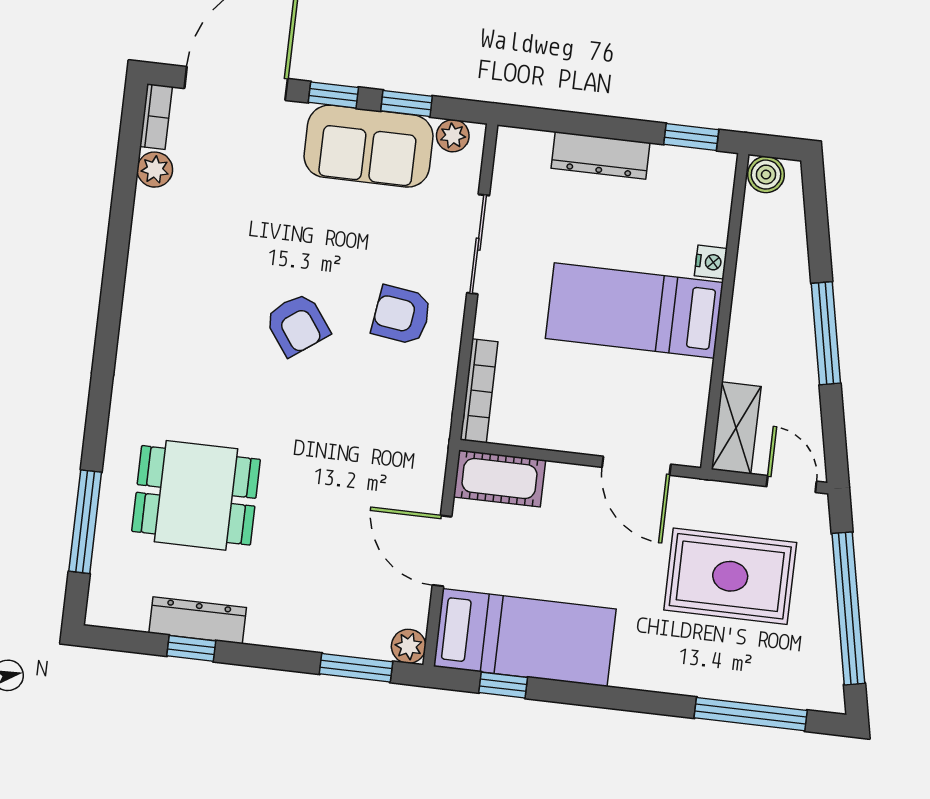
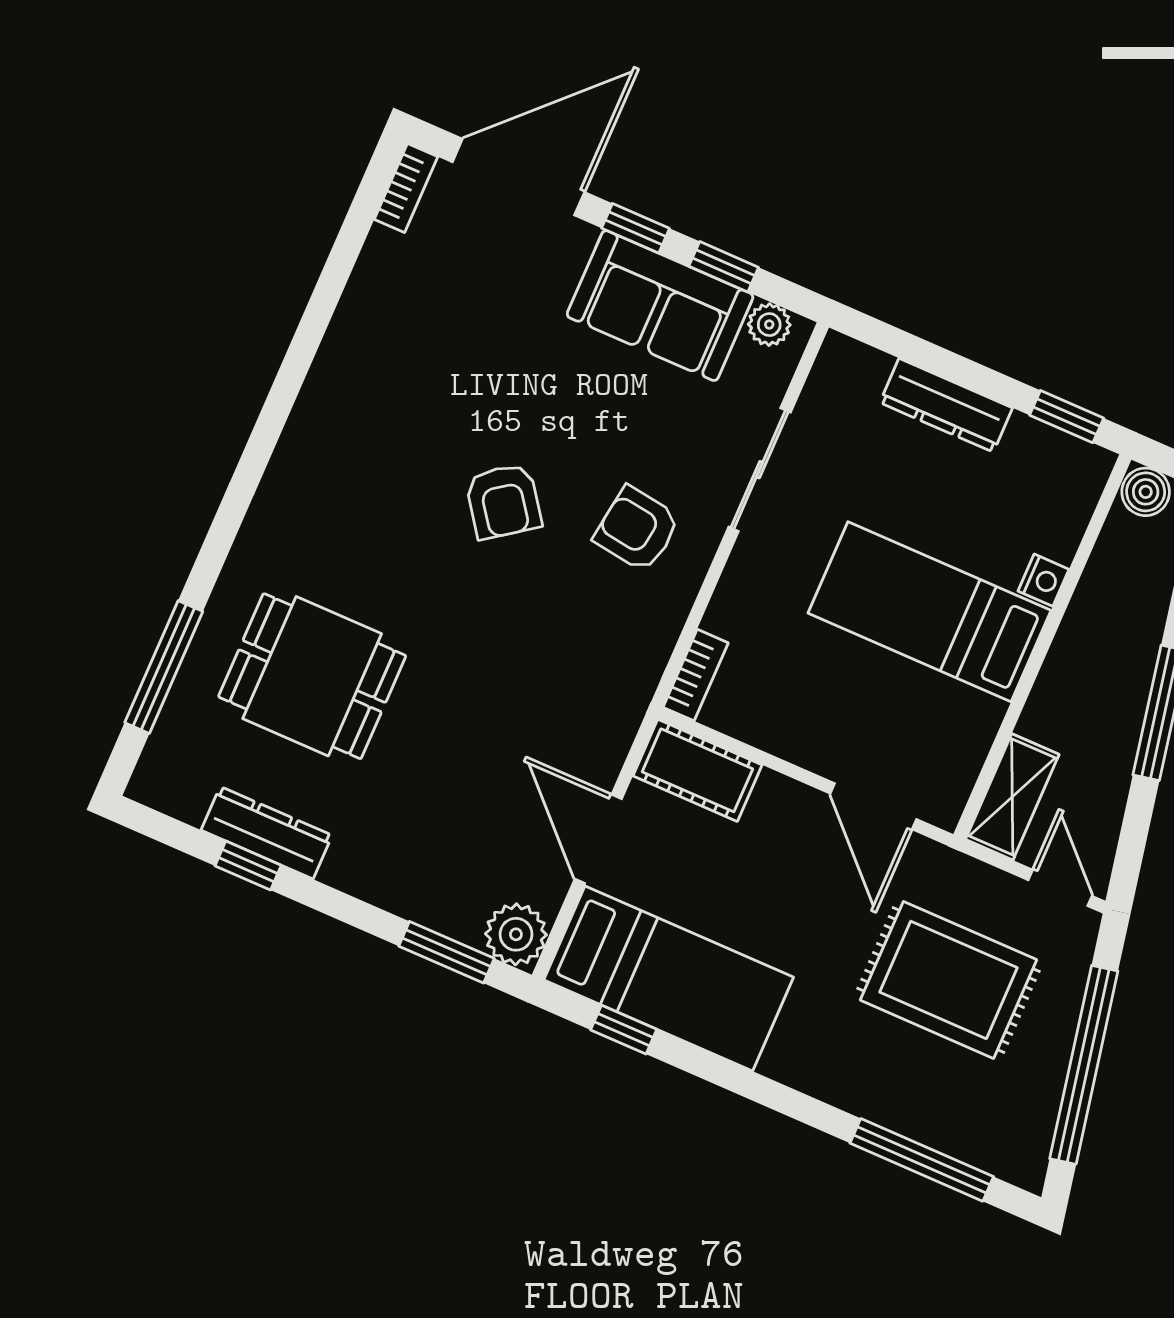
plant: (155, 170) -> (384, 254), removed
bookcase: (479, 391) -> (696, 675), width x0.64
plant: (409, 646) -> (516, 934), width x1.38, depth x1.38

